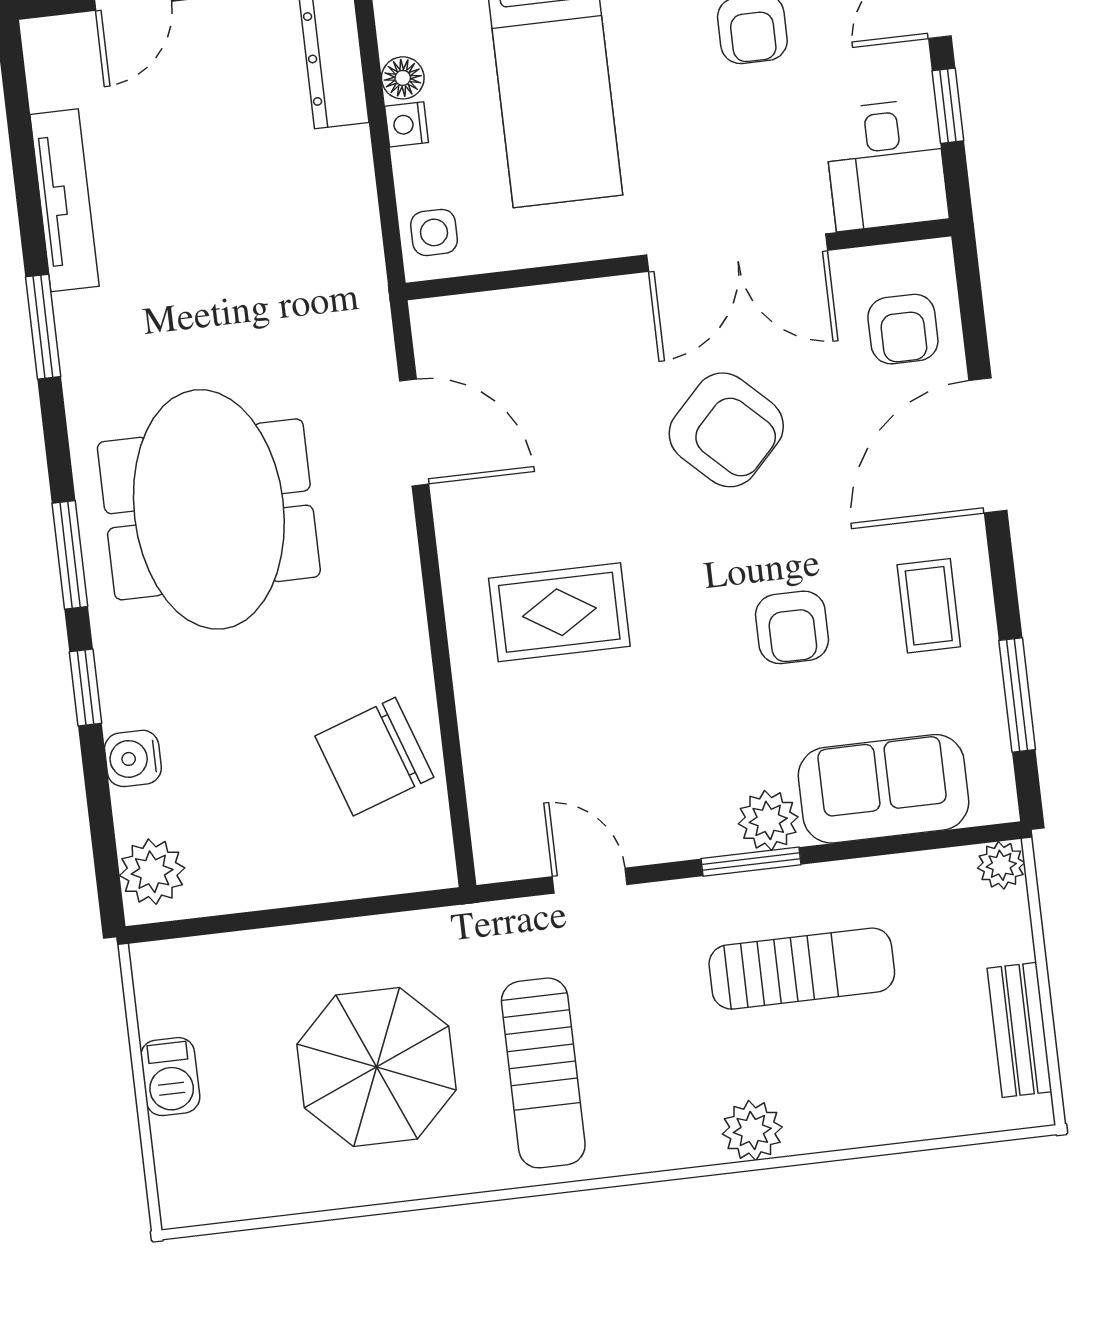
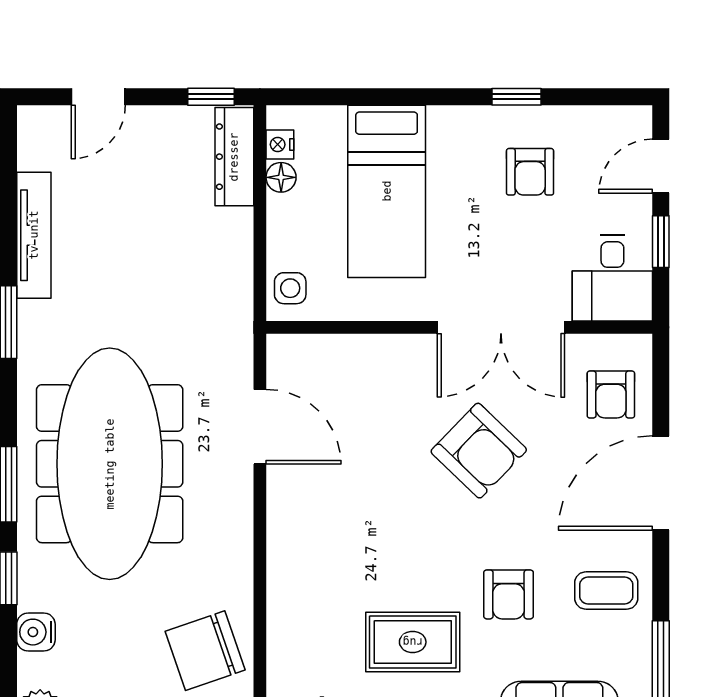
nightstand: (407, 124) -> (280, 144), moved
meeting table: (209, 509) -> (110, 464), width x1.36
coffee table: (929, 606) -> (606, 590), turned 90
rug: (559, 612) -> (413, 642), moved

